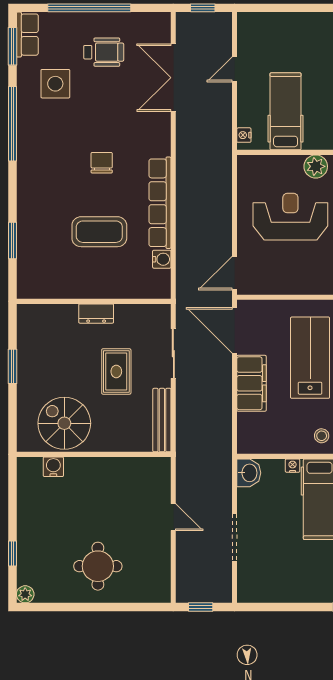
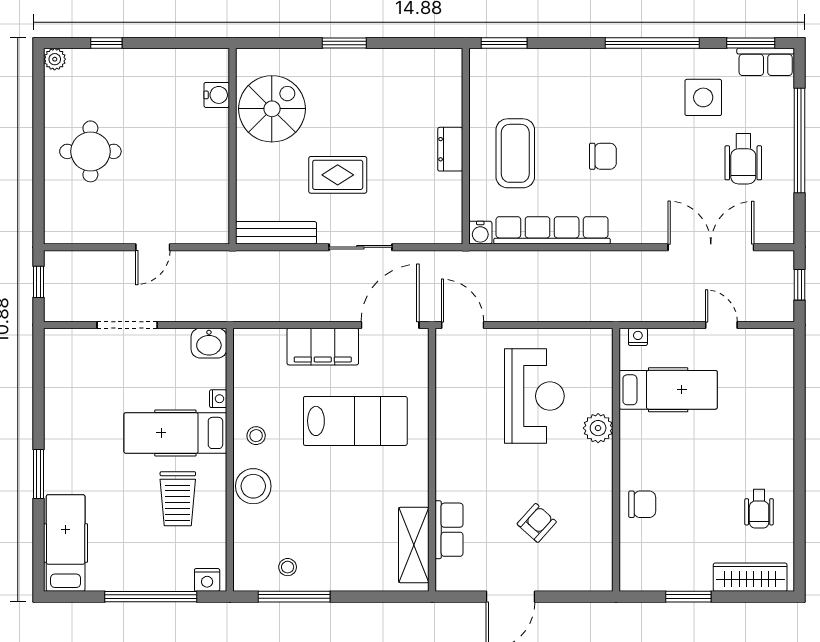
wall: (94, 301) -> (466, 146), moved
dresser: (96, 314) -> (450, 149), moved

